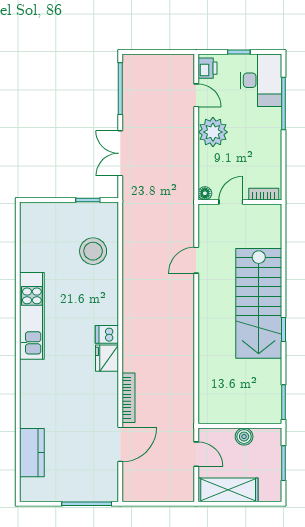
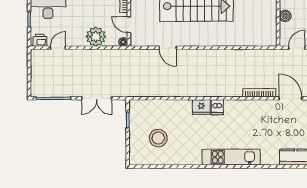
plant: (213, 132) -> (96, 37), moved
stool: (93, 251) -> (158, 138), moved
kitchen unit: (32, 316) -> (231, 157), moved
fridge: (107, 358) -> (201, 107), moved

